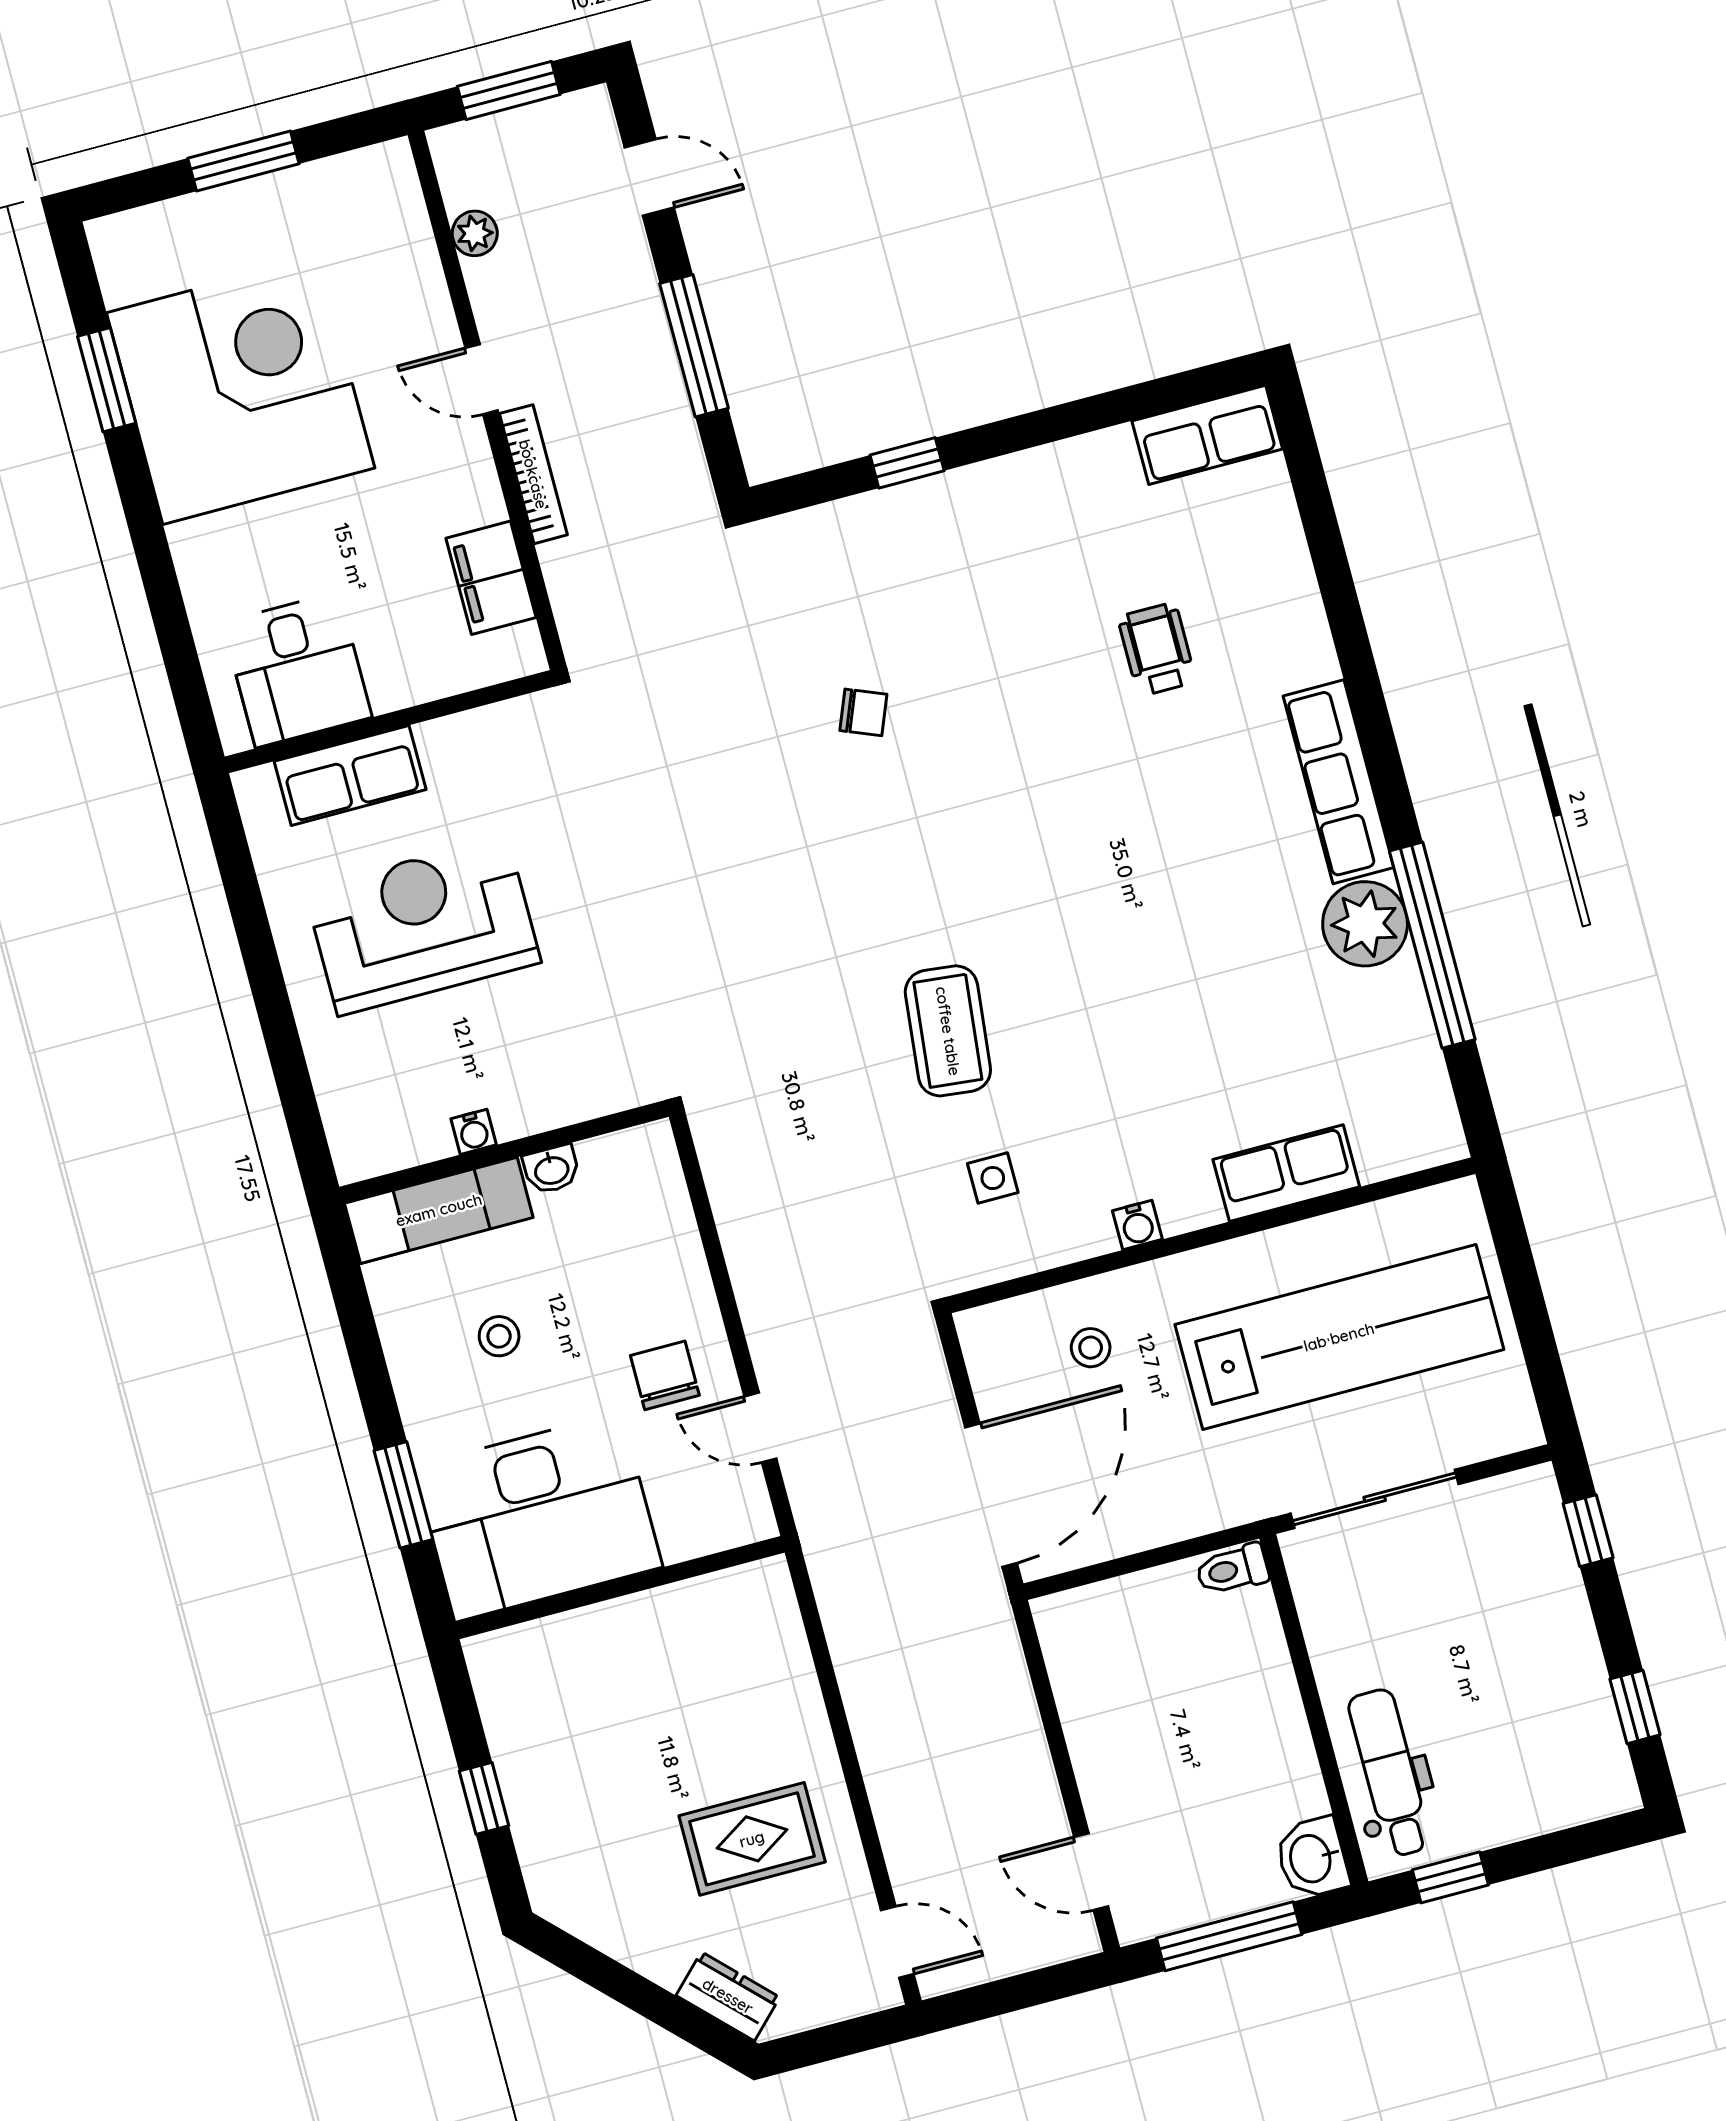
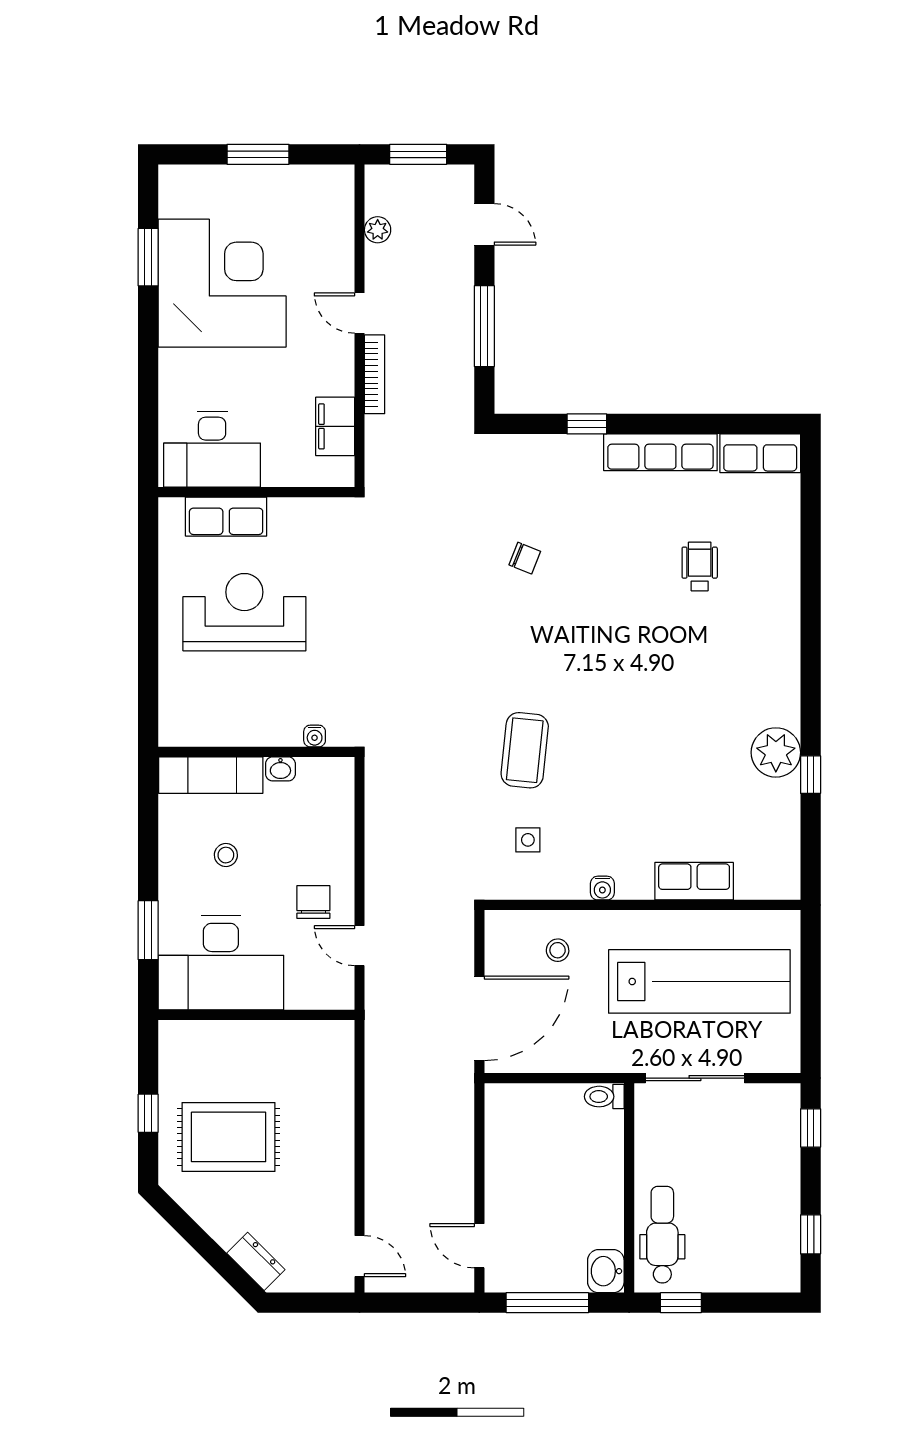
desk: (297, 670) -> (212, 449), width x1.37
row of seats: (1339, 782) -> (660, 452), moved, turned -90
window: (1432, 945) -> (811, 775), width x0.32
water cooler: (474, 1132) -> (315, 736), moved
rug: (752, 1839) -> (229, 1137), moved, width x1.36, depth x1.43

